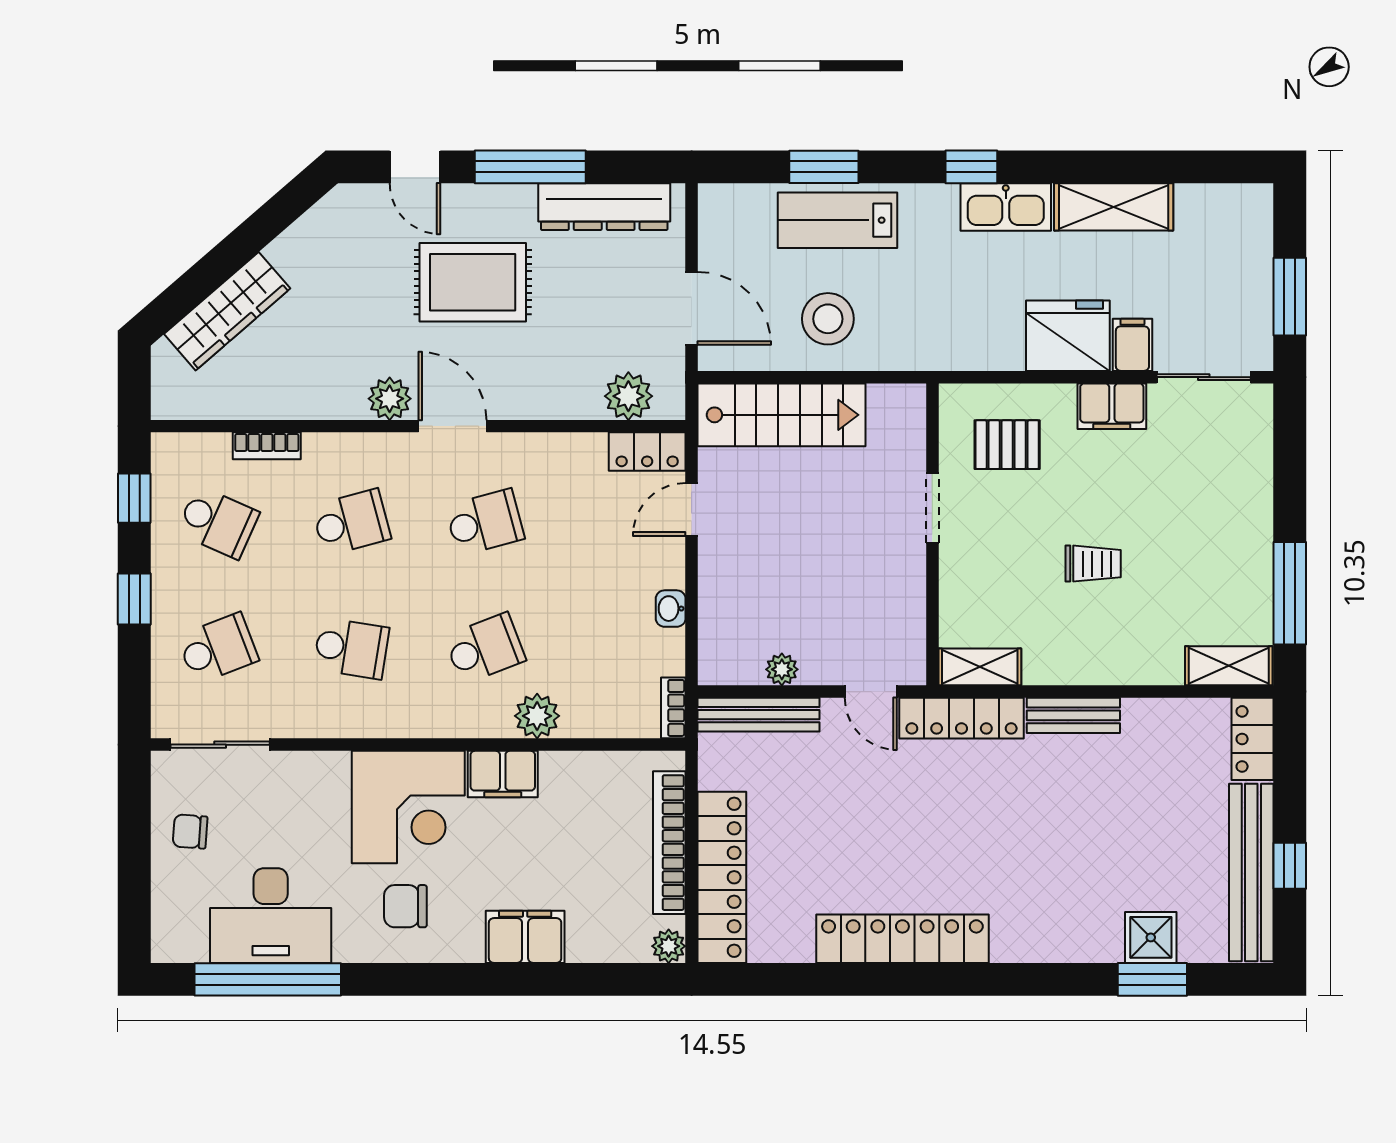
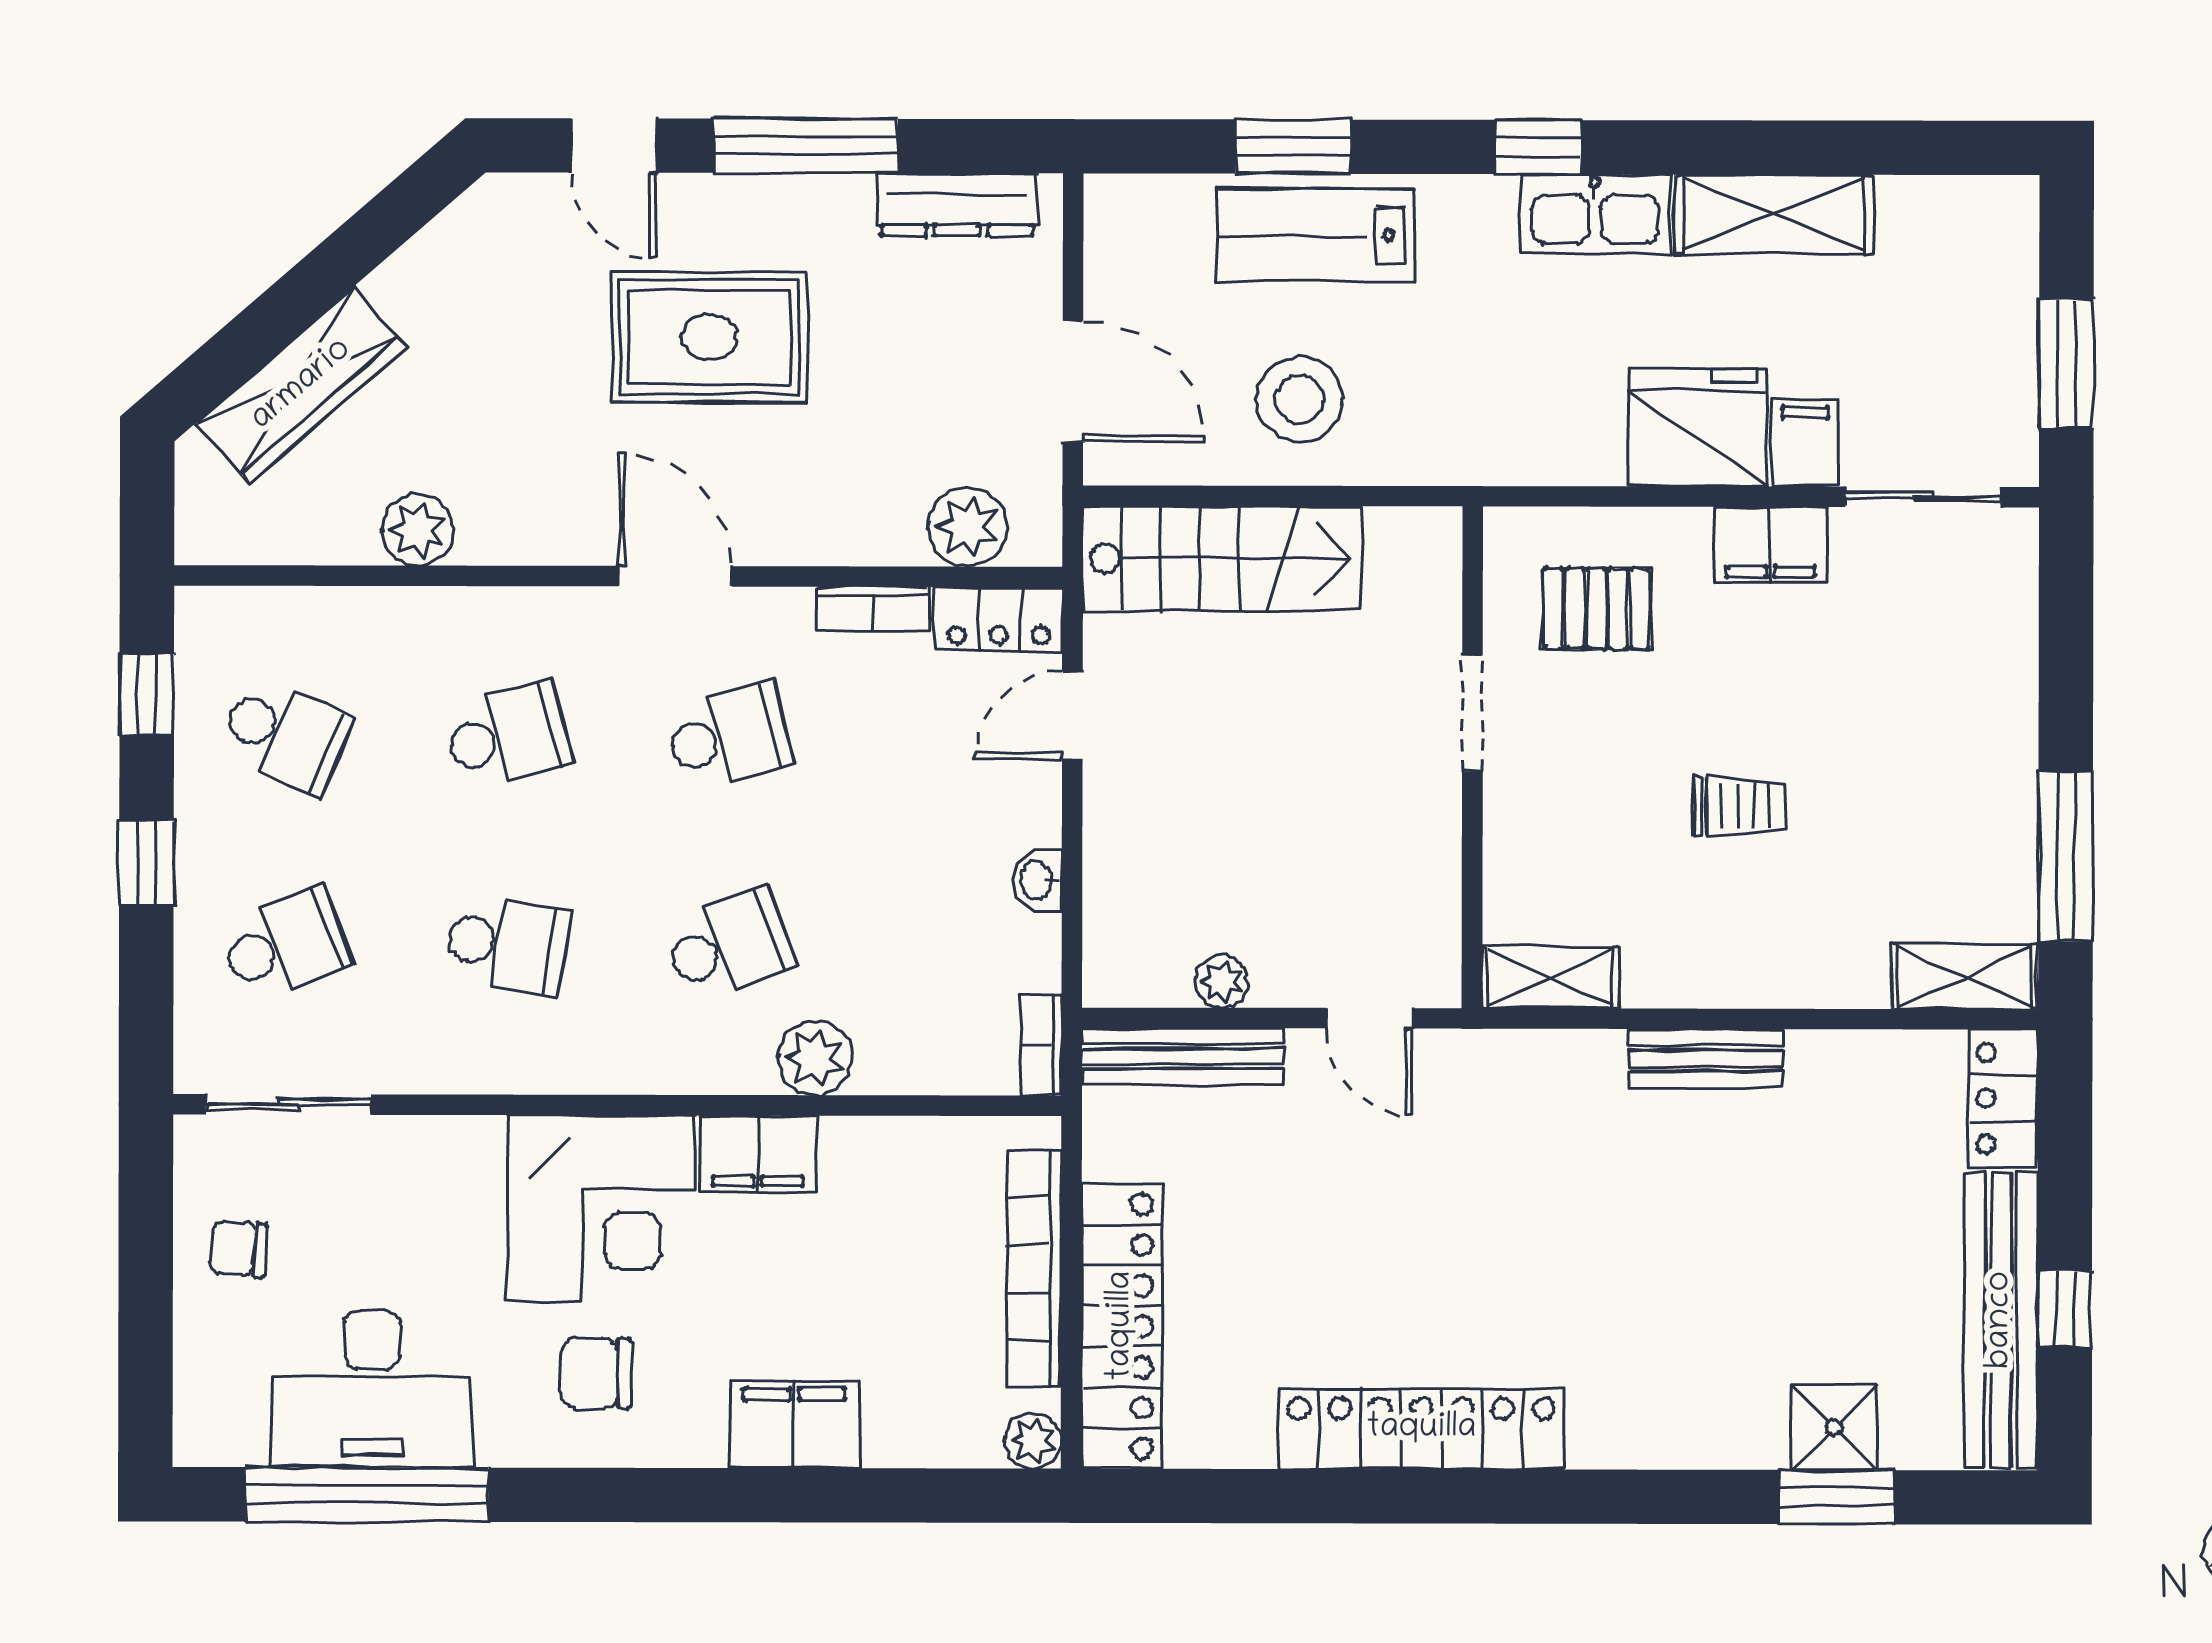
dresser: (604, 207) -> (957, 205), width x0.73, depth x0.80
plant: (390, 399) -> (418, 530), moved
bookcase: (267, 446) -> (873, 609), moved
locker: (961, 718) -> (1520, 1063), removed

